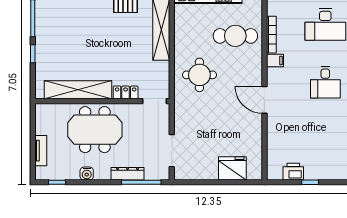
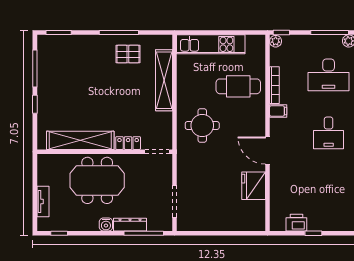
fridge: (232, 168) -> (254, 186), moved, turned -90
water cooler: (87, 174) -> (106, 224), moved

